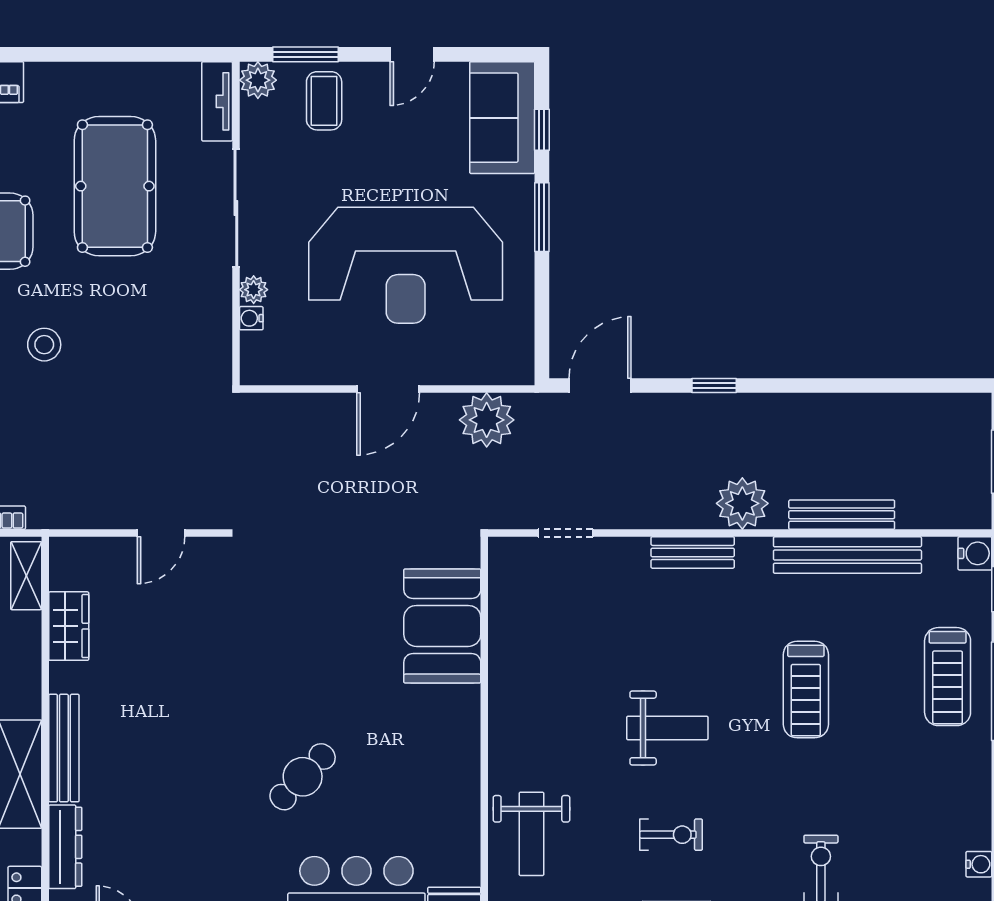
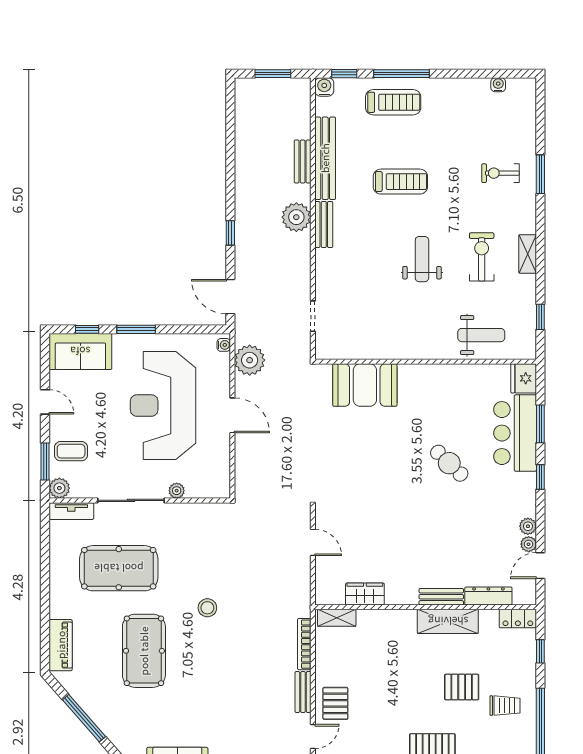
reception desk: (406, 265) -> (163, 406), turned 180
water cooler: (251, 318) -> (224, 345), moved, turned -90
bench: (842, 515) -> (303, 162), width x0.73
bench: (693, 552) -> (324, 224), moved
bench: (64, 748) -> (441, 597), width x0.73
exercise bike: (671, 835) -> (482, 257), width x1.38, depth x1.39

